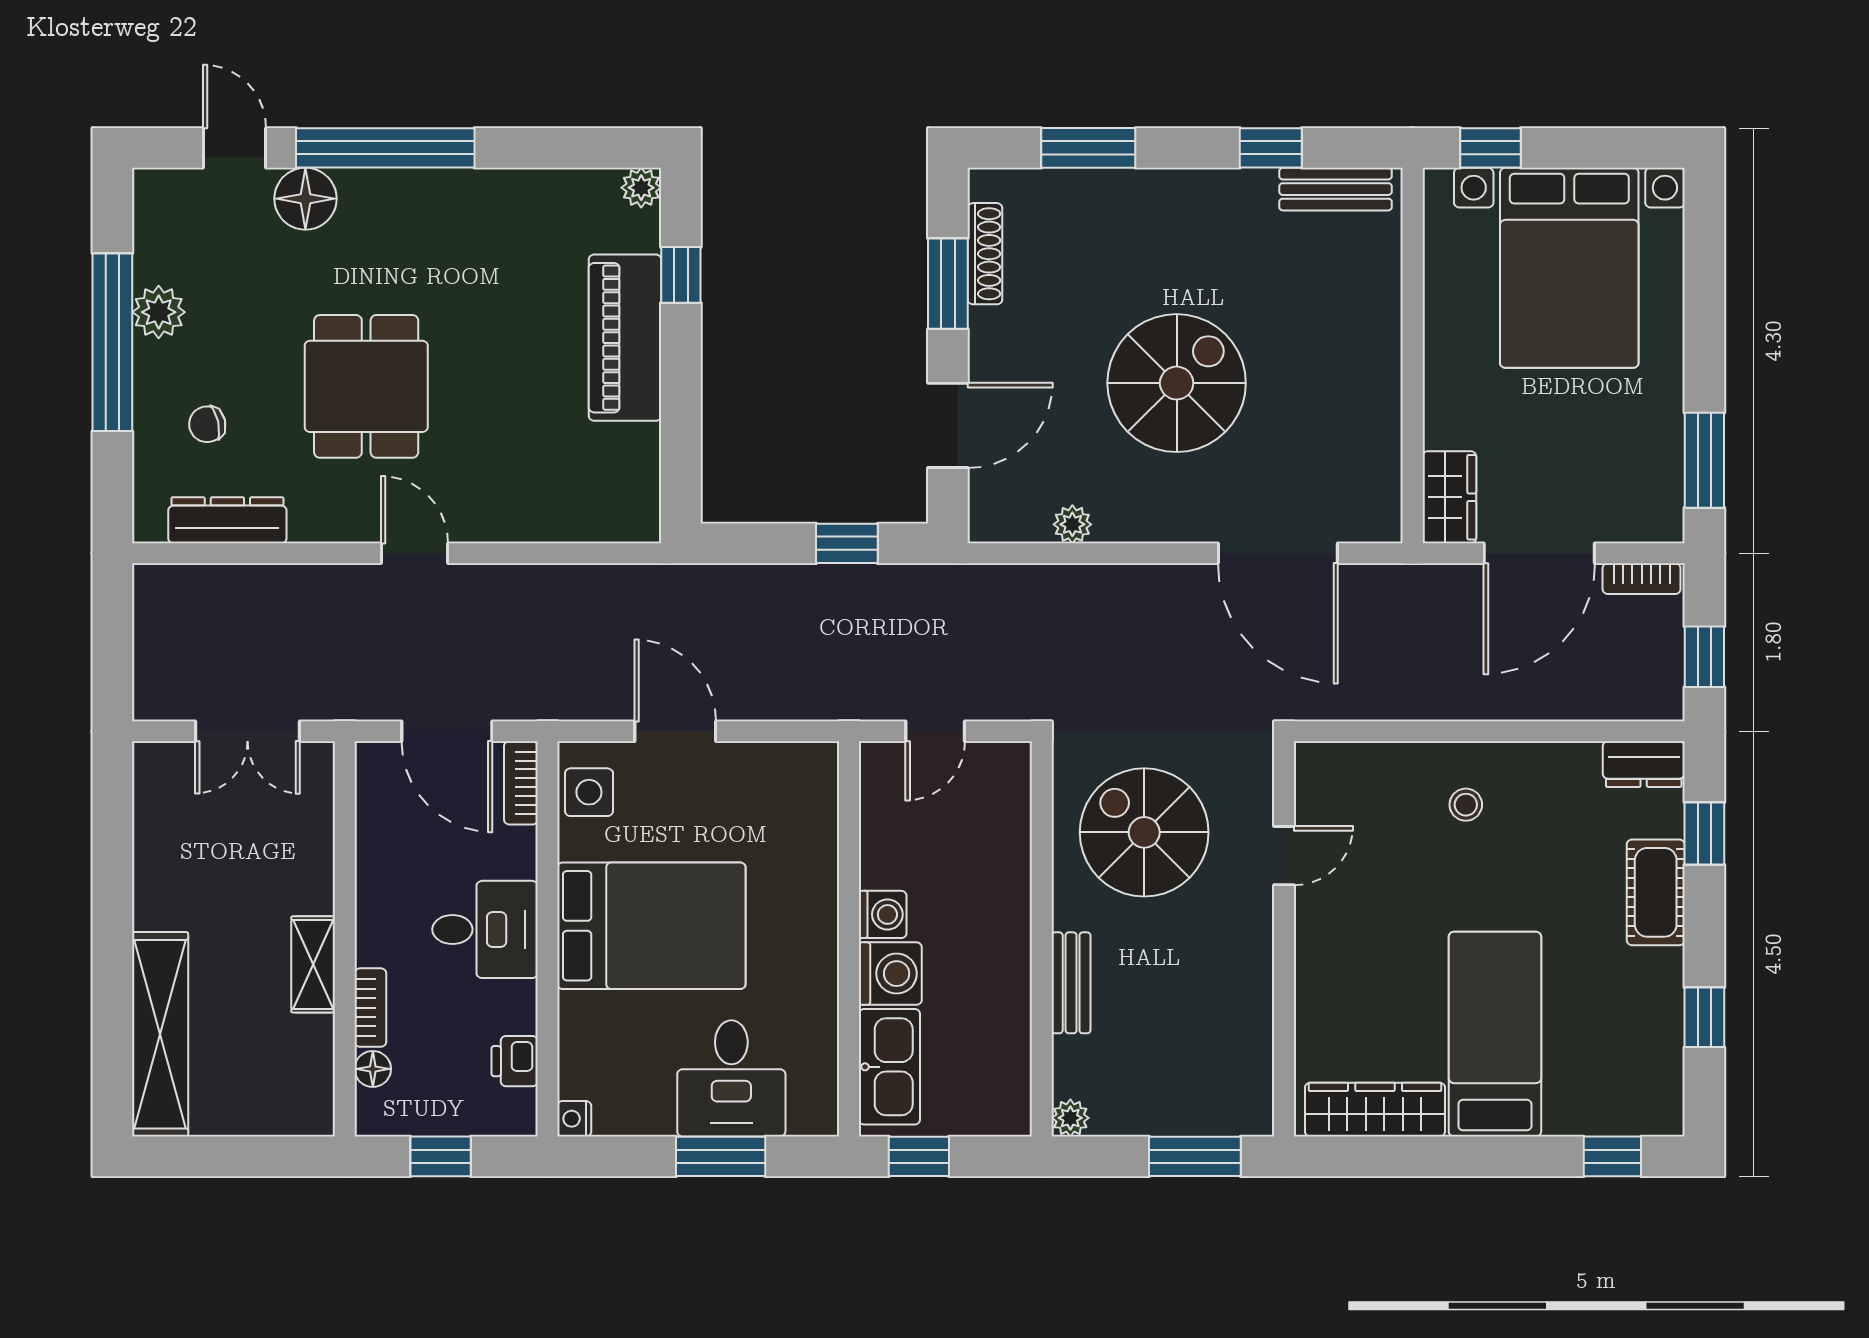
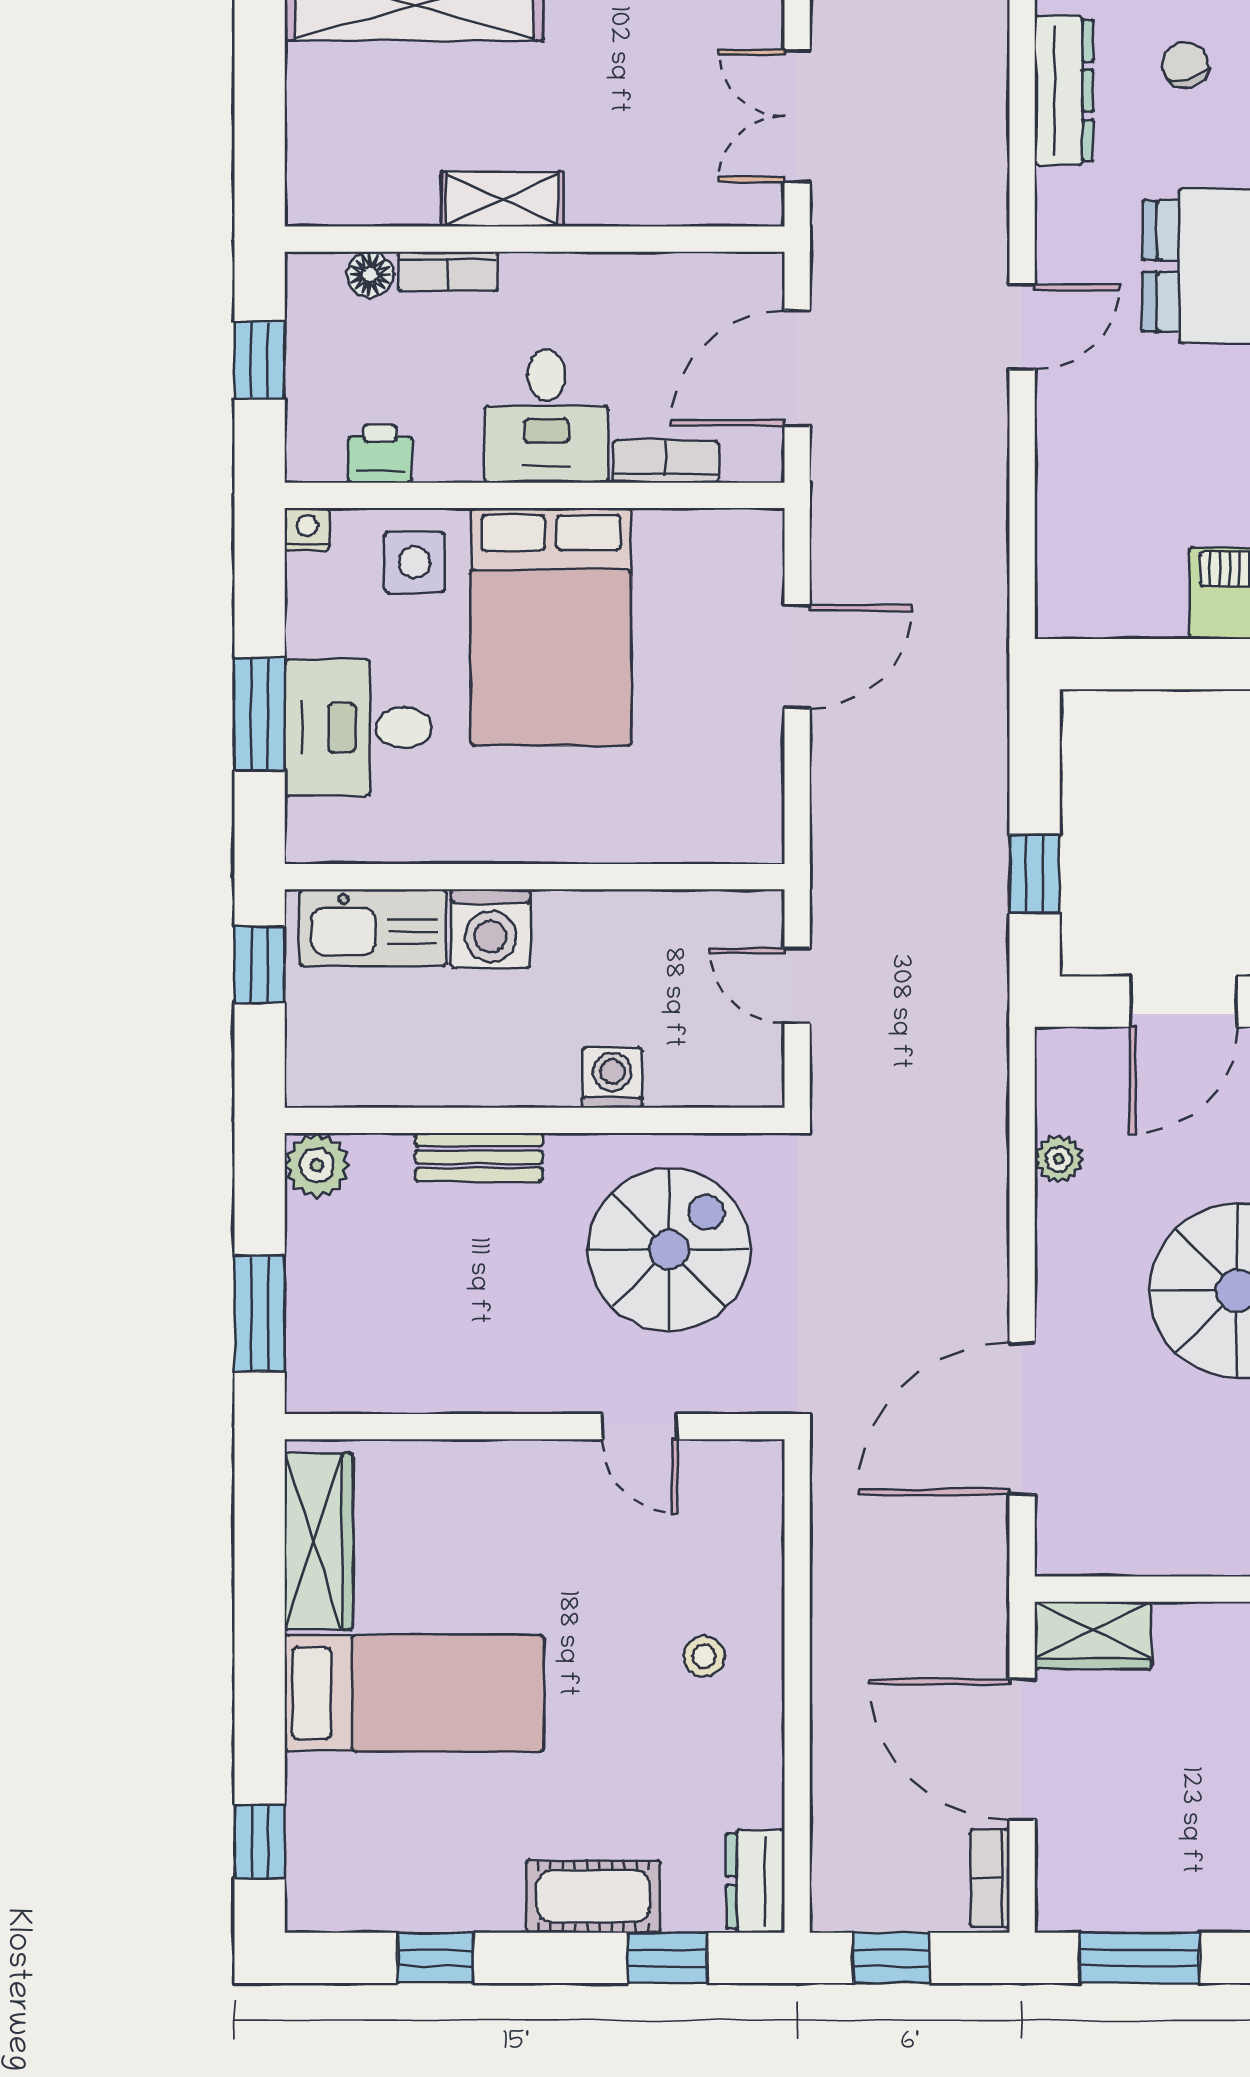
door: (948, 425) -> (1184, 1002), hinge flipped
bookcase: (521, 783) -> (666, 462), moved
side table: (589, 792) -> (415, 562), moved
washing machine: (883, 914) -> (612, 1078), moved, turned 180
plant: (1070, 1118) -> (317, 1165), width x1.38, depth x1.38

